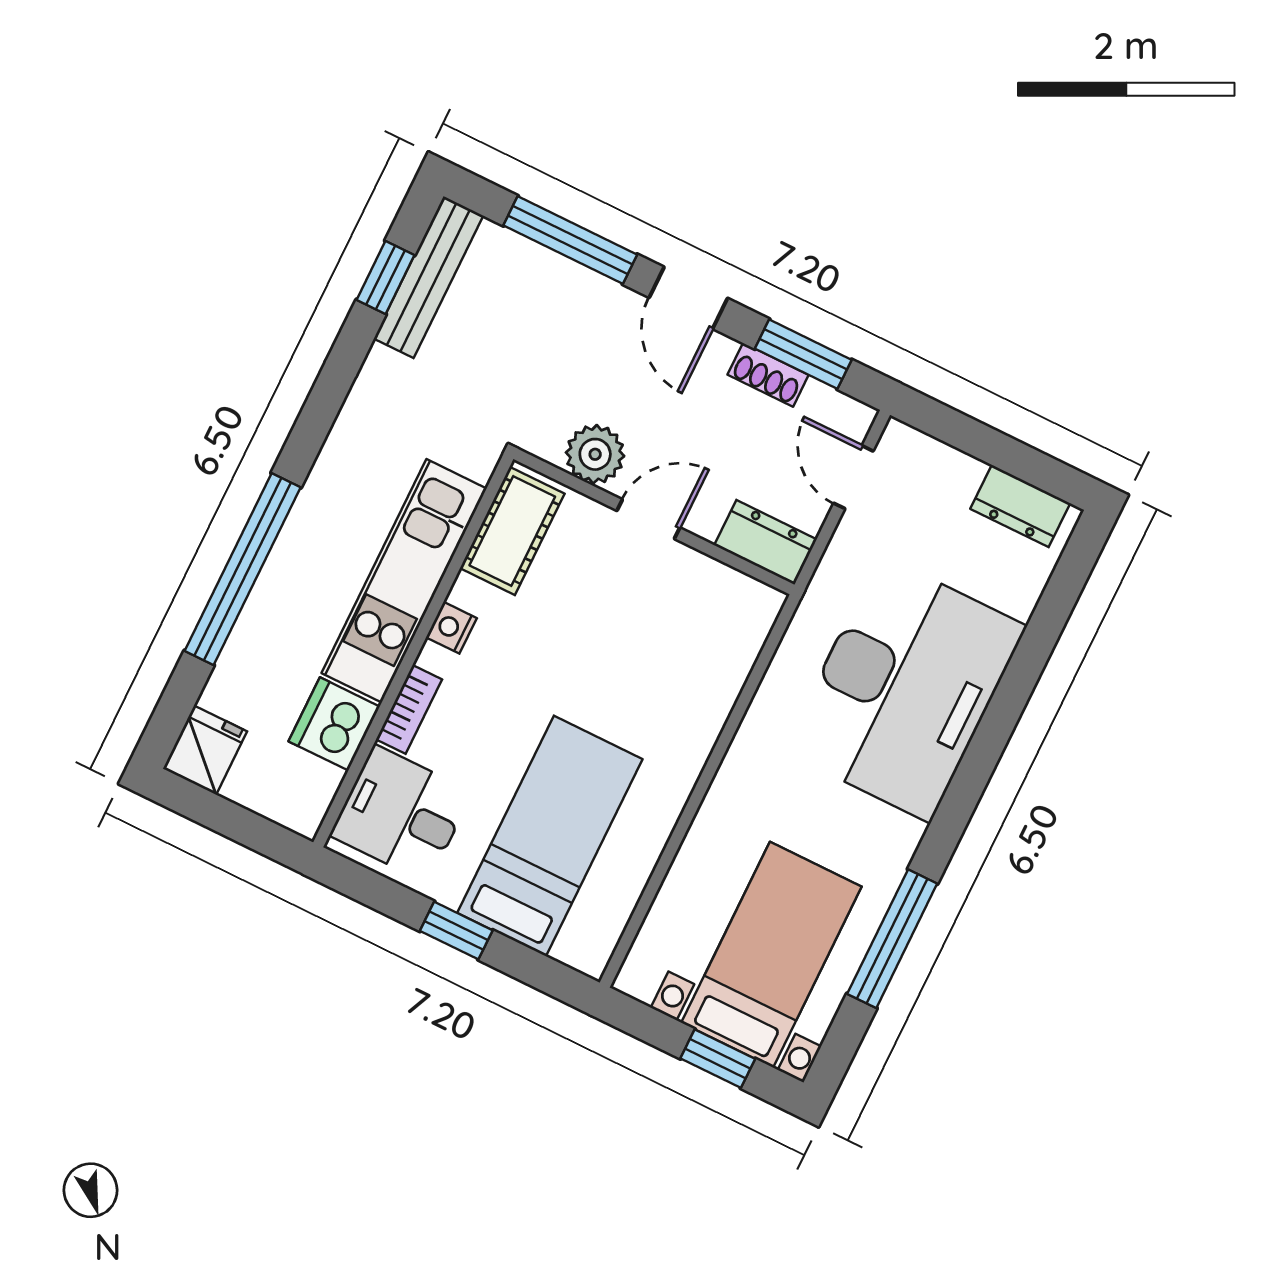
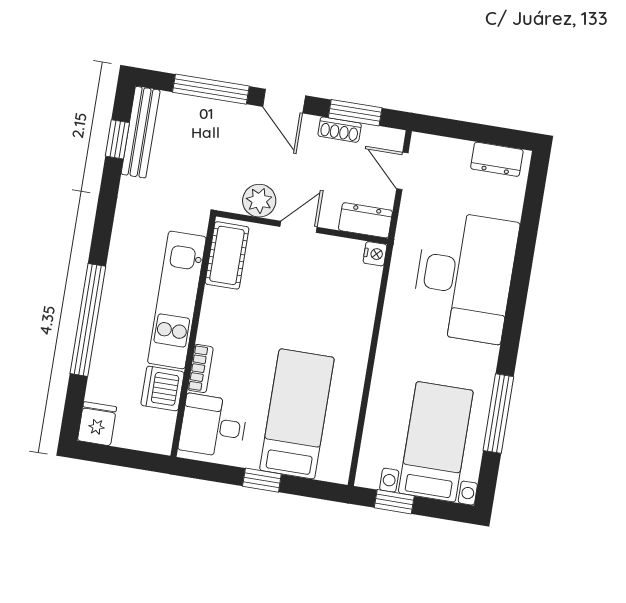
nightstand: (451, 628) -> (375, 254), moved, turned 180
window: (718, 1059) -> (394, 502), moved

